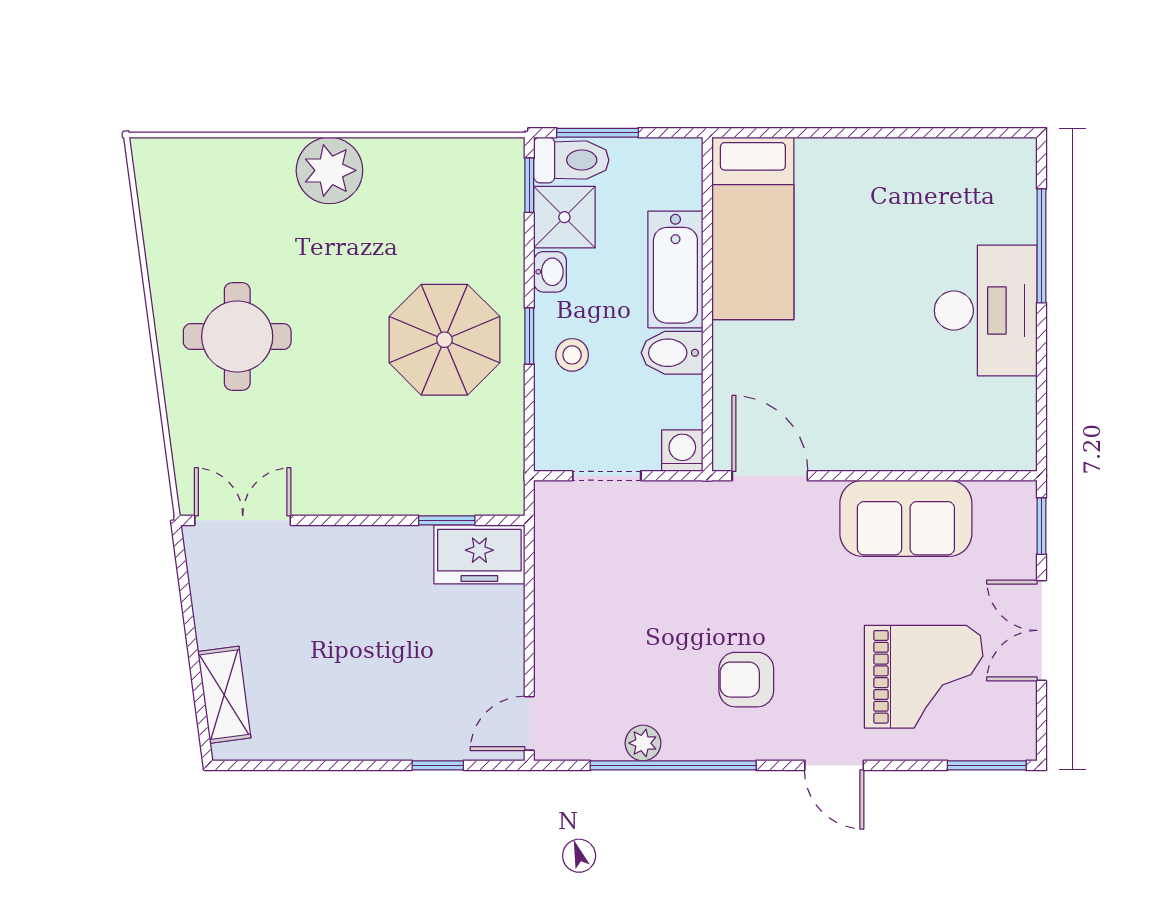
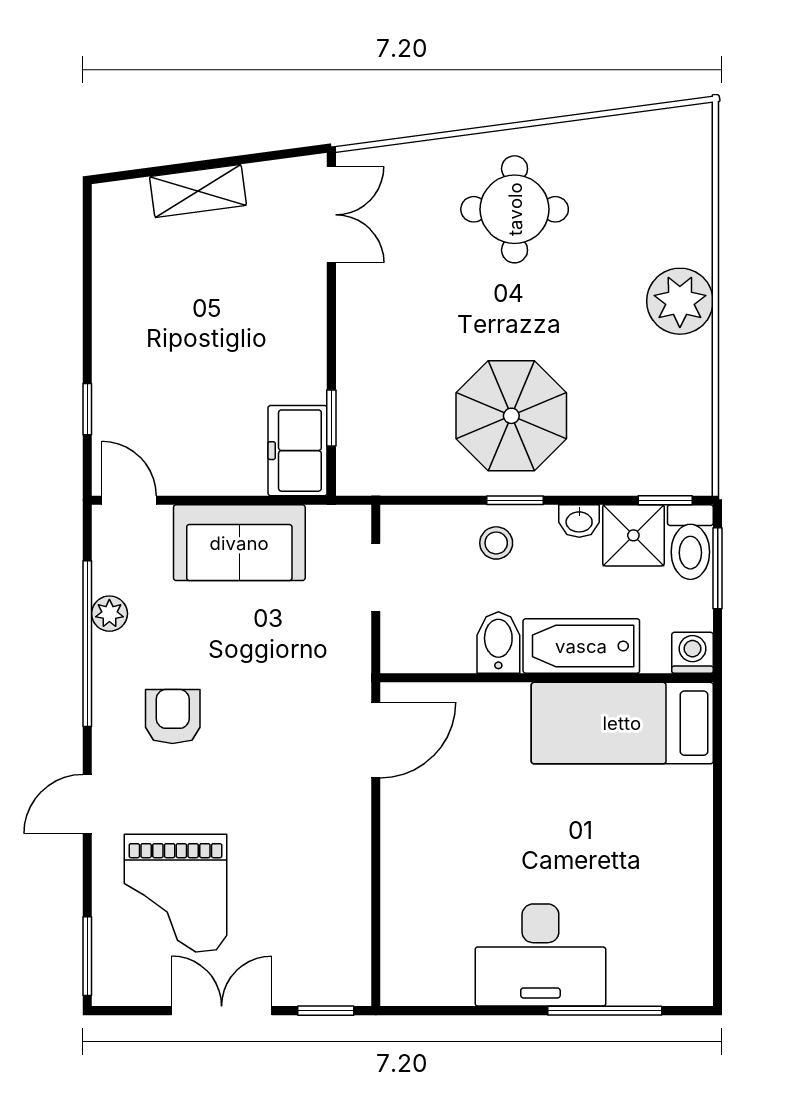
washing machine: (682, 451) -> (693, 653), moved, turned -90
sofa: (906, 518) -> (239, 543), moved, turned -90
shelving: (224, 695) -> (198, 191), moved

